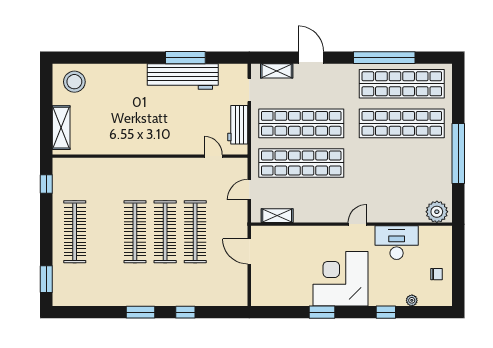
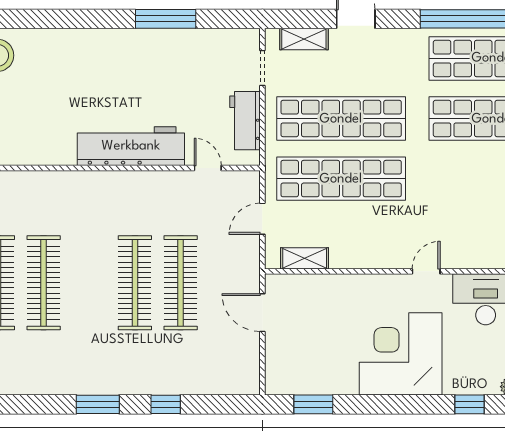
workbench: (183, 77) -> (131, 146), moved, turned 180
clothes rail: (135, 232) -> (44, 283), moved
window: (322, 312) -> (313, 404), moved

